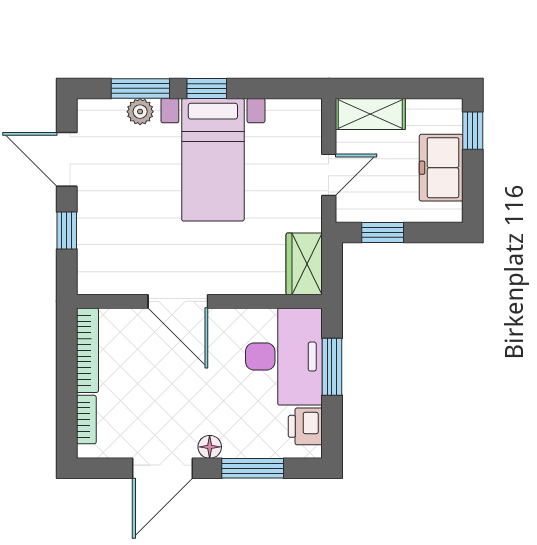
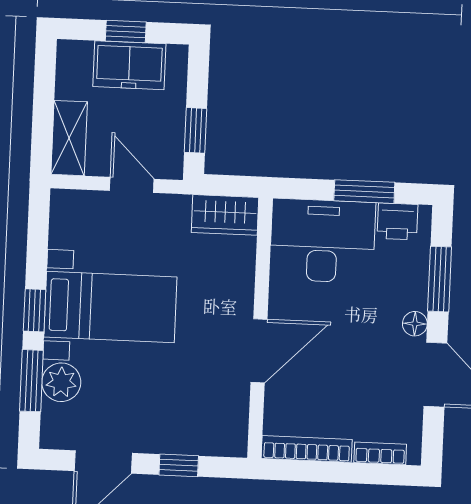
plant: (140, 112) -> (61, 382), width x1.38, depth x1.38
window: (473, 131) -> (126, 31), moved
window: (332, 367) -> (364, 192), moved

